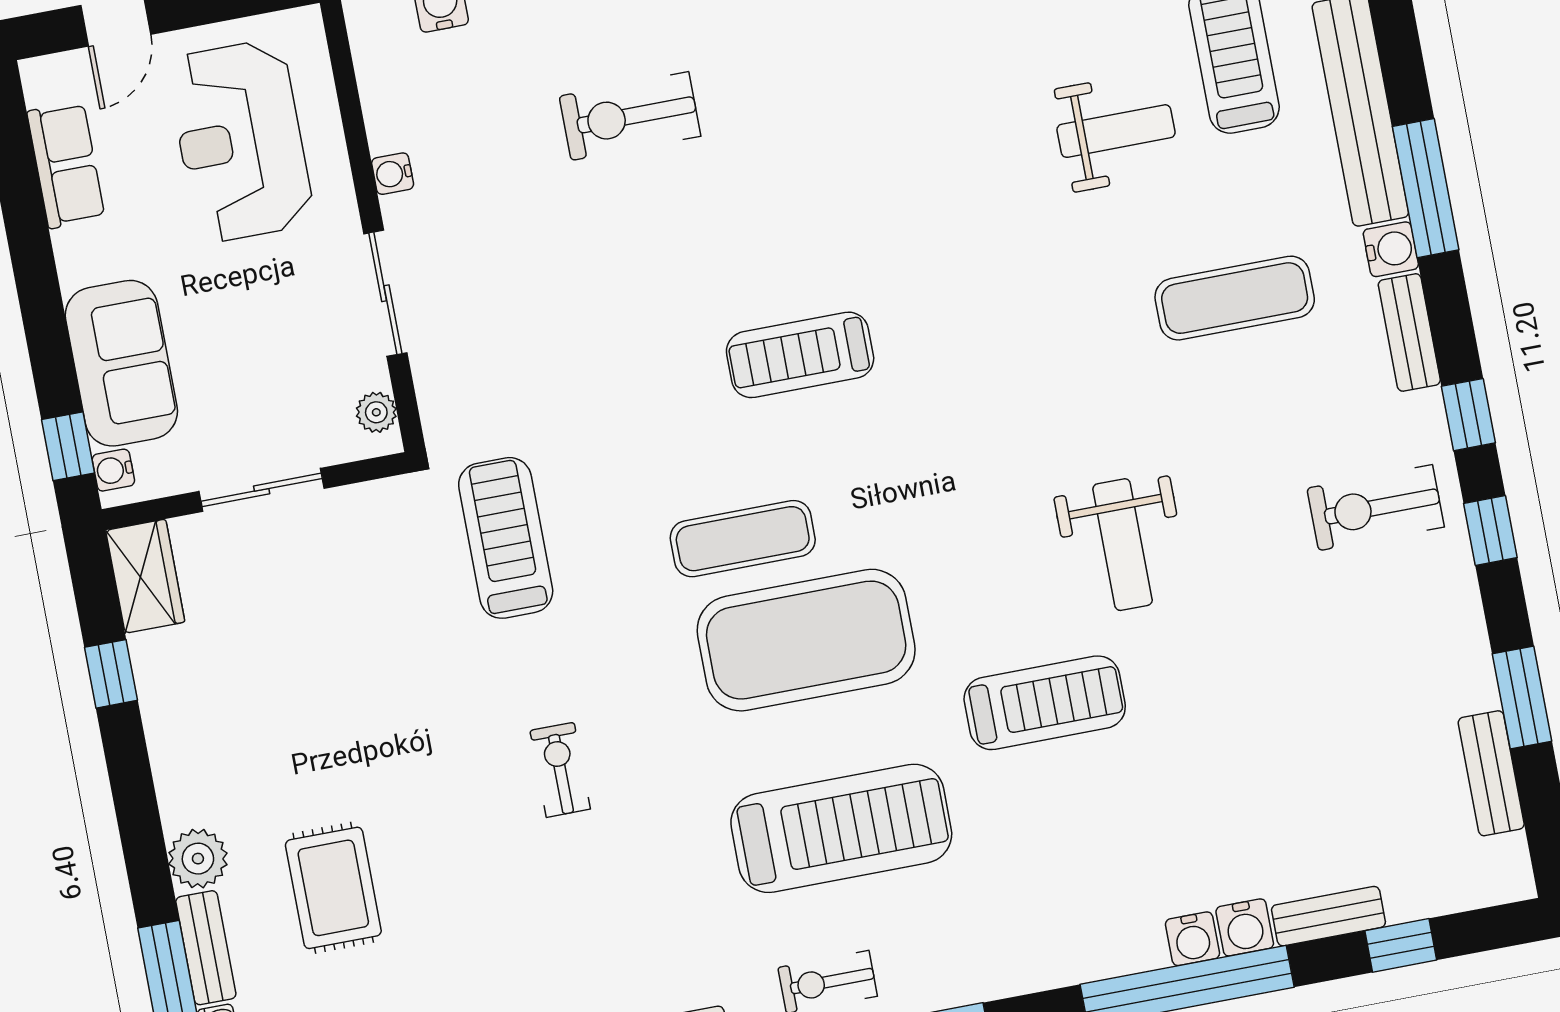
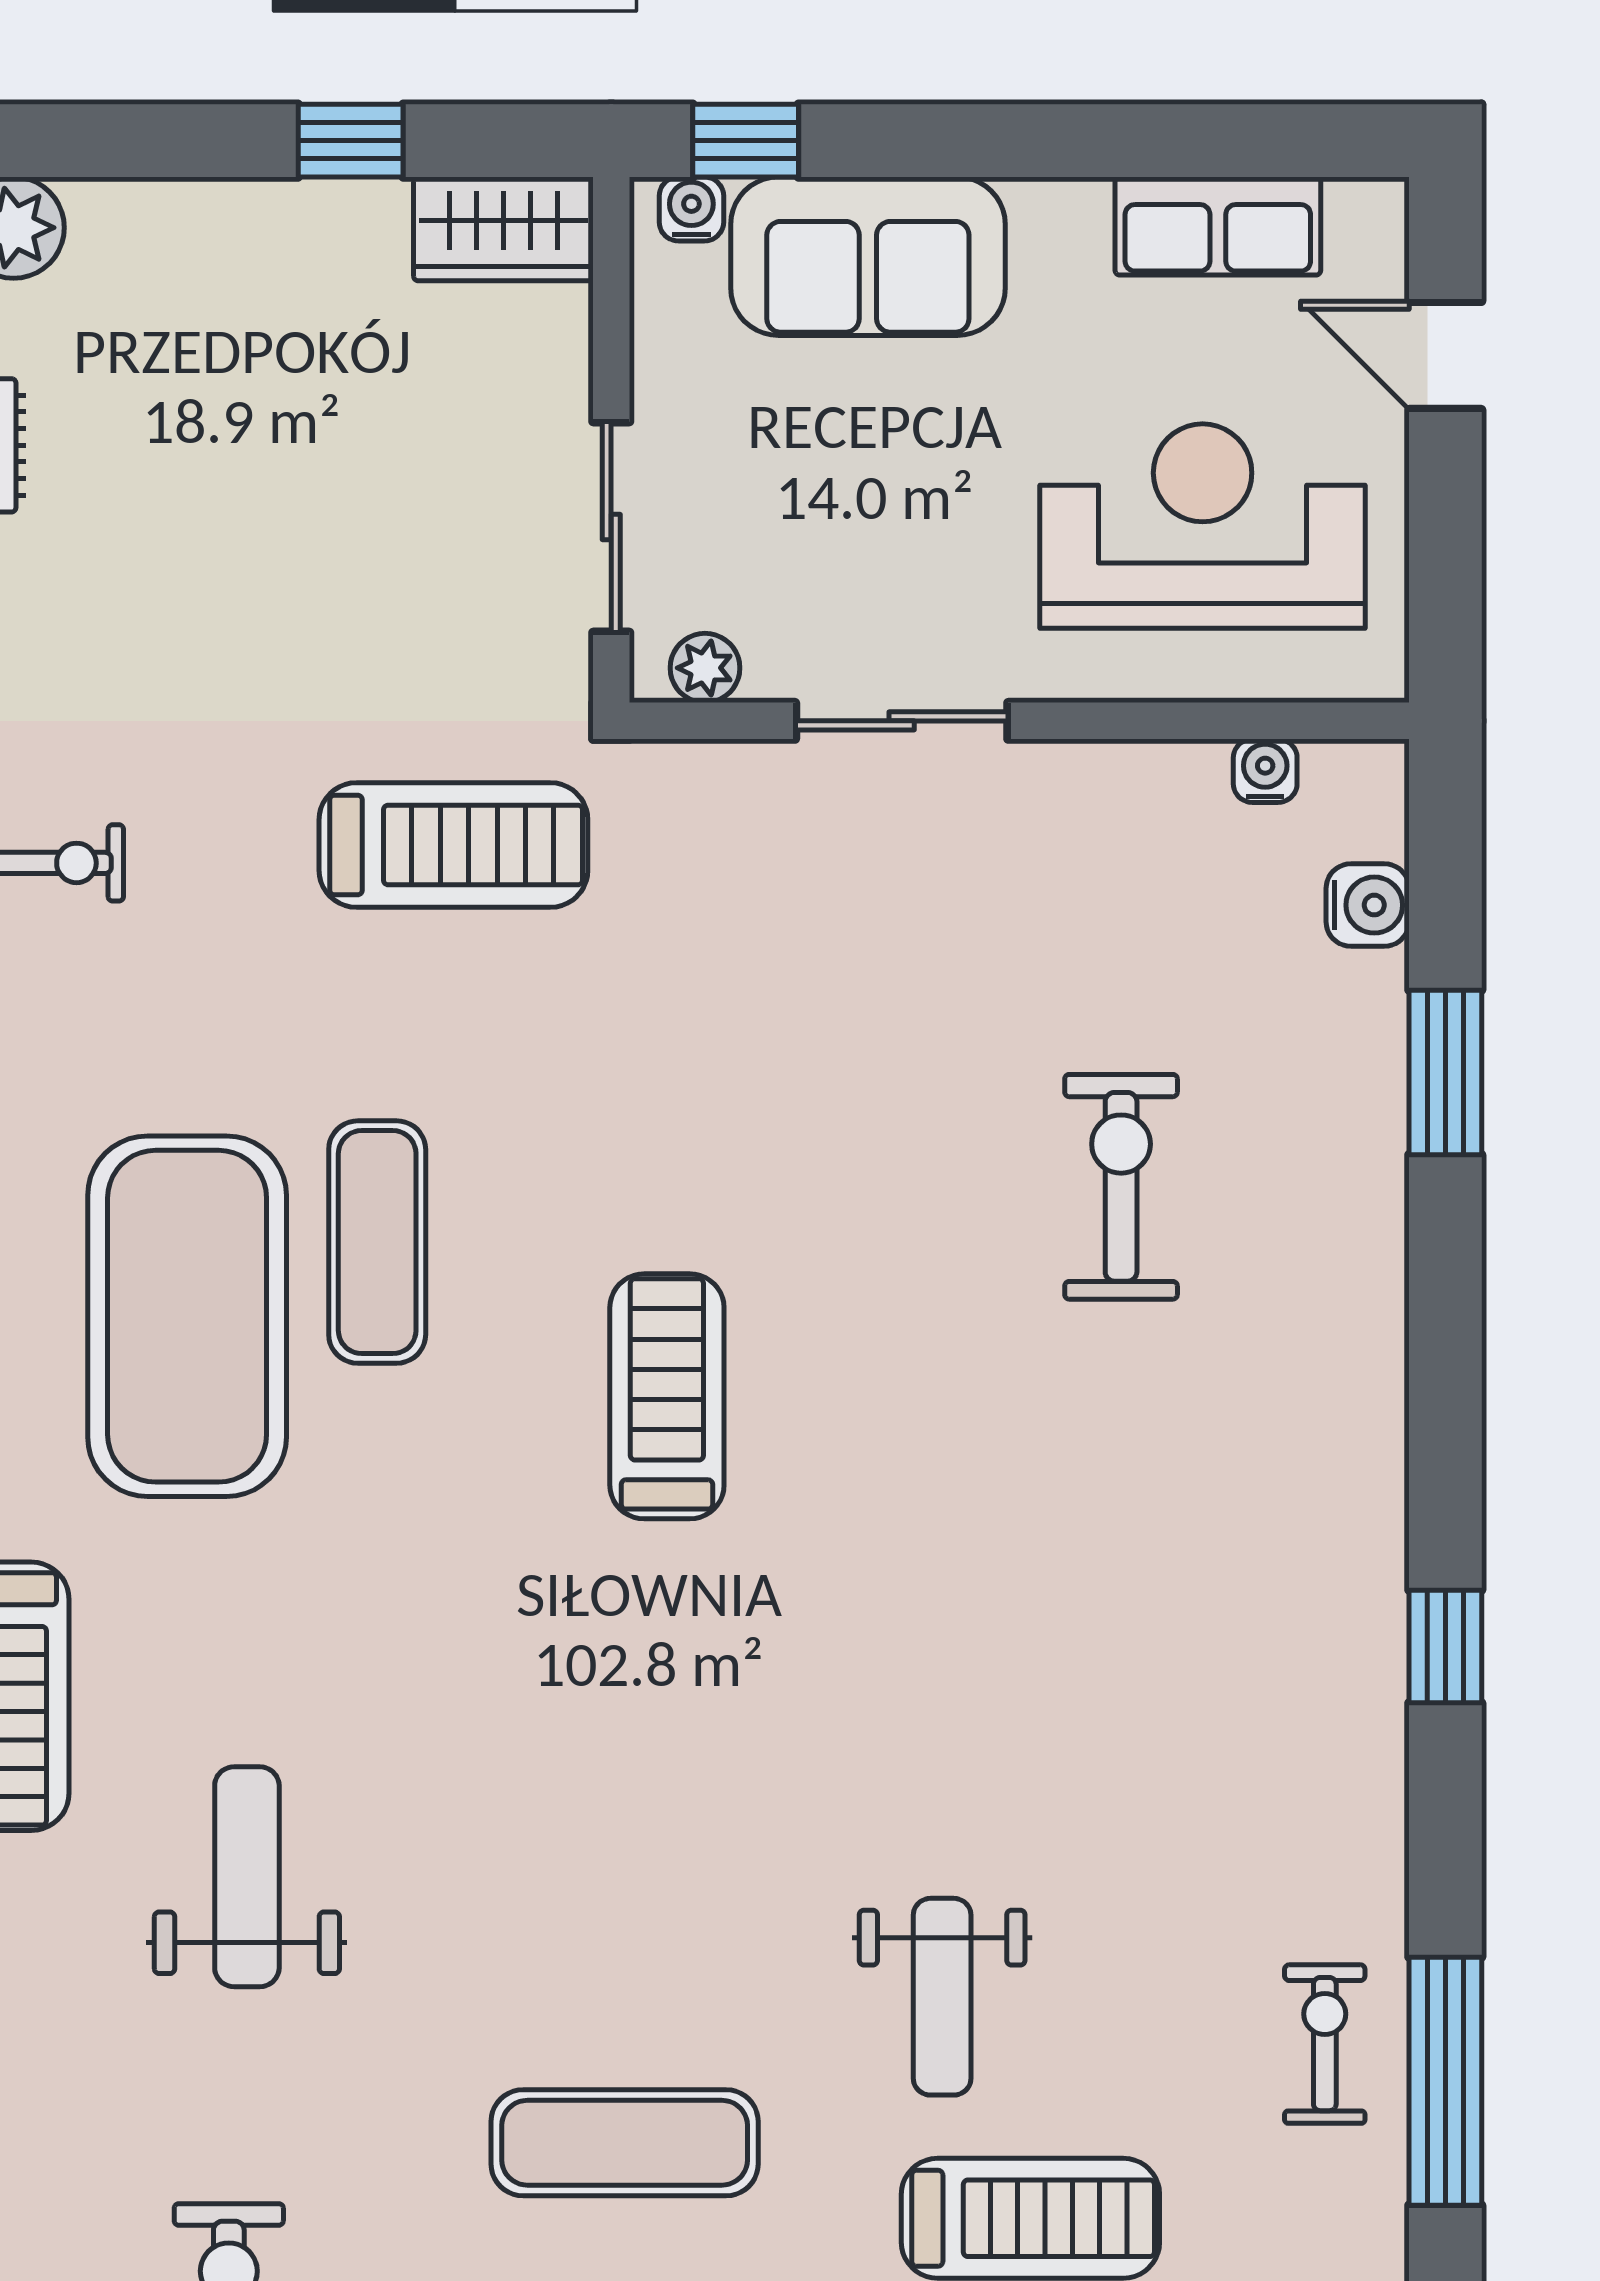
water cooler: (393, 174) -> (1265, 771), moved
exercise mat: (1235, 298) -> (625, 2143), turned 90
sliding door: (262, 490) -> (611, 527), moved
weight bench: (1123, 545) -> (247, 1877), turned 90

